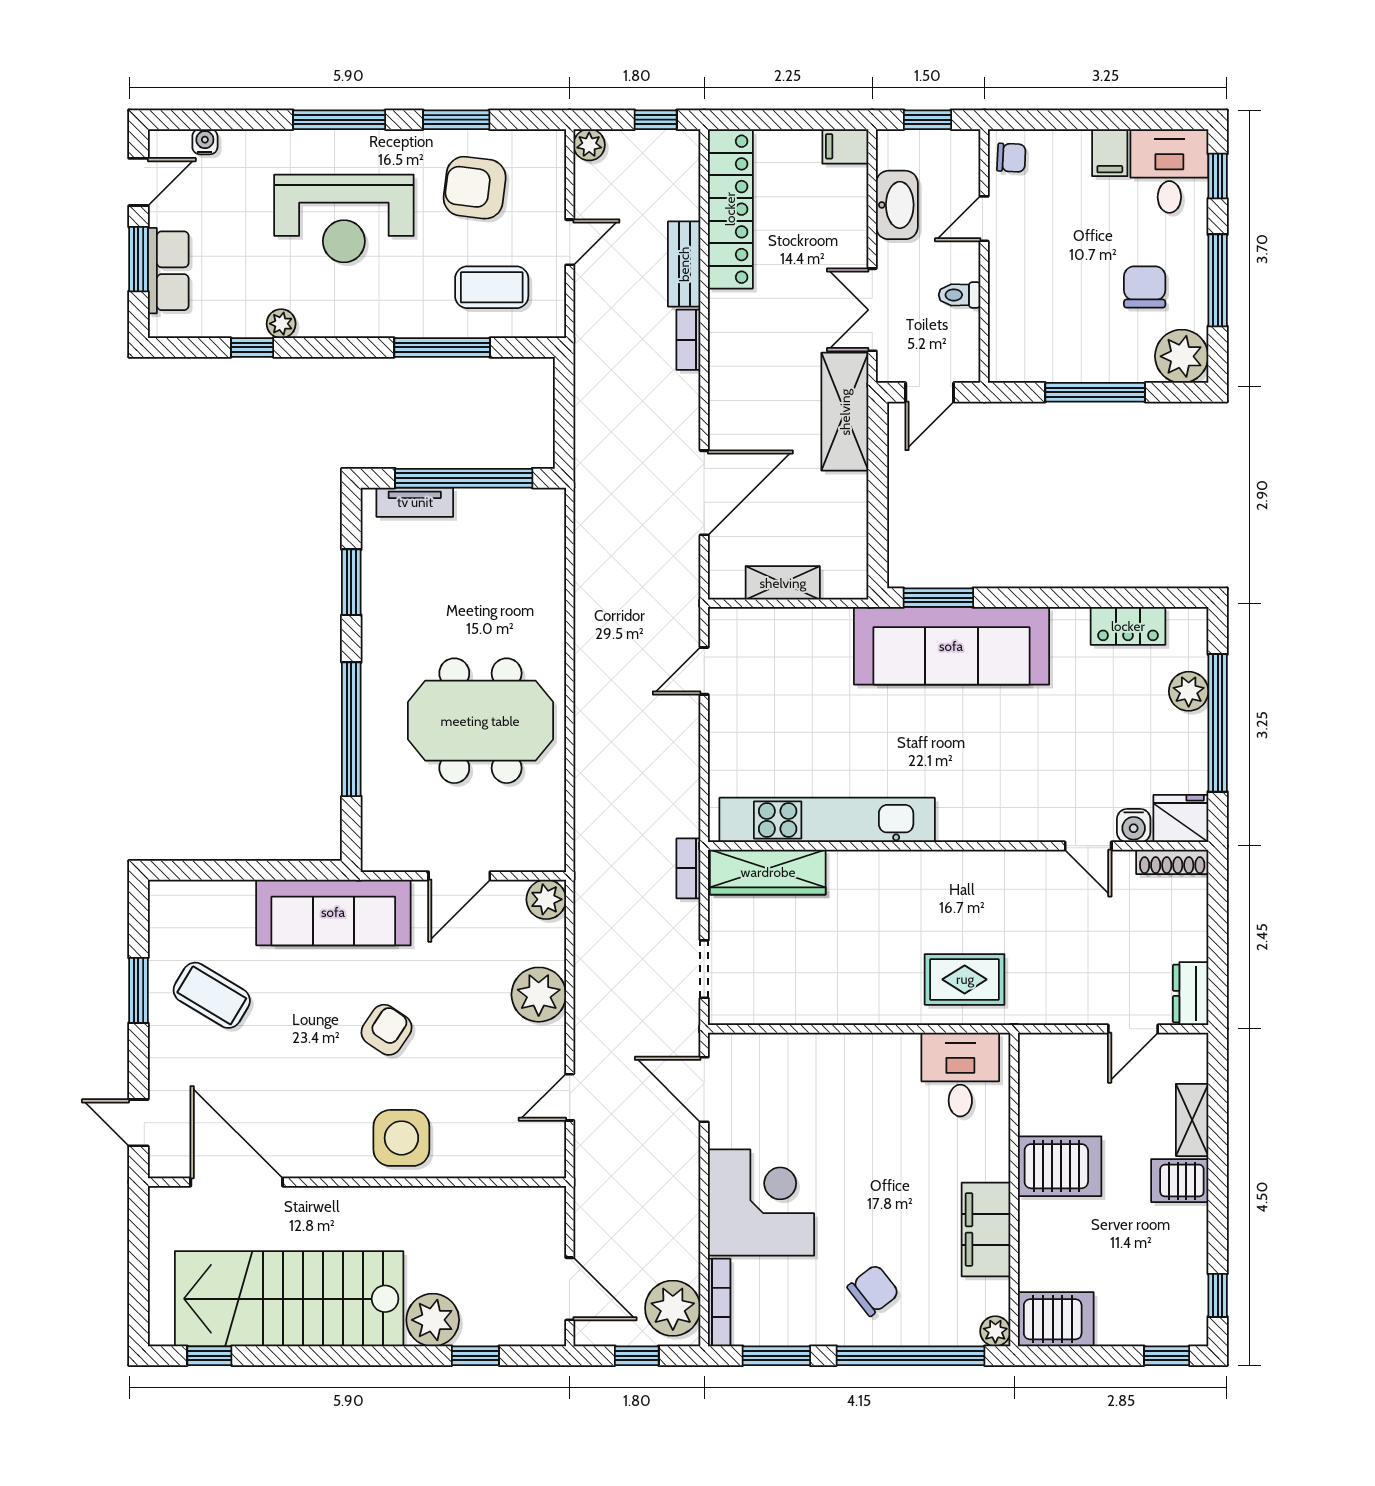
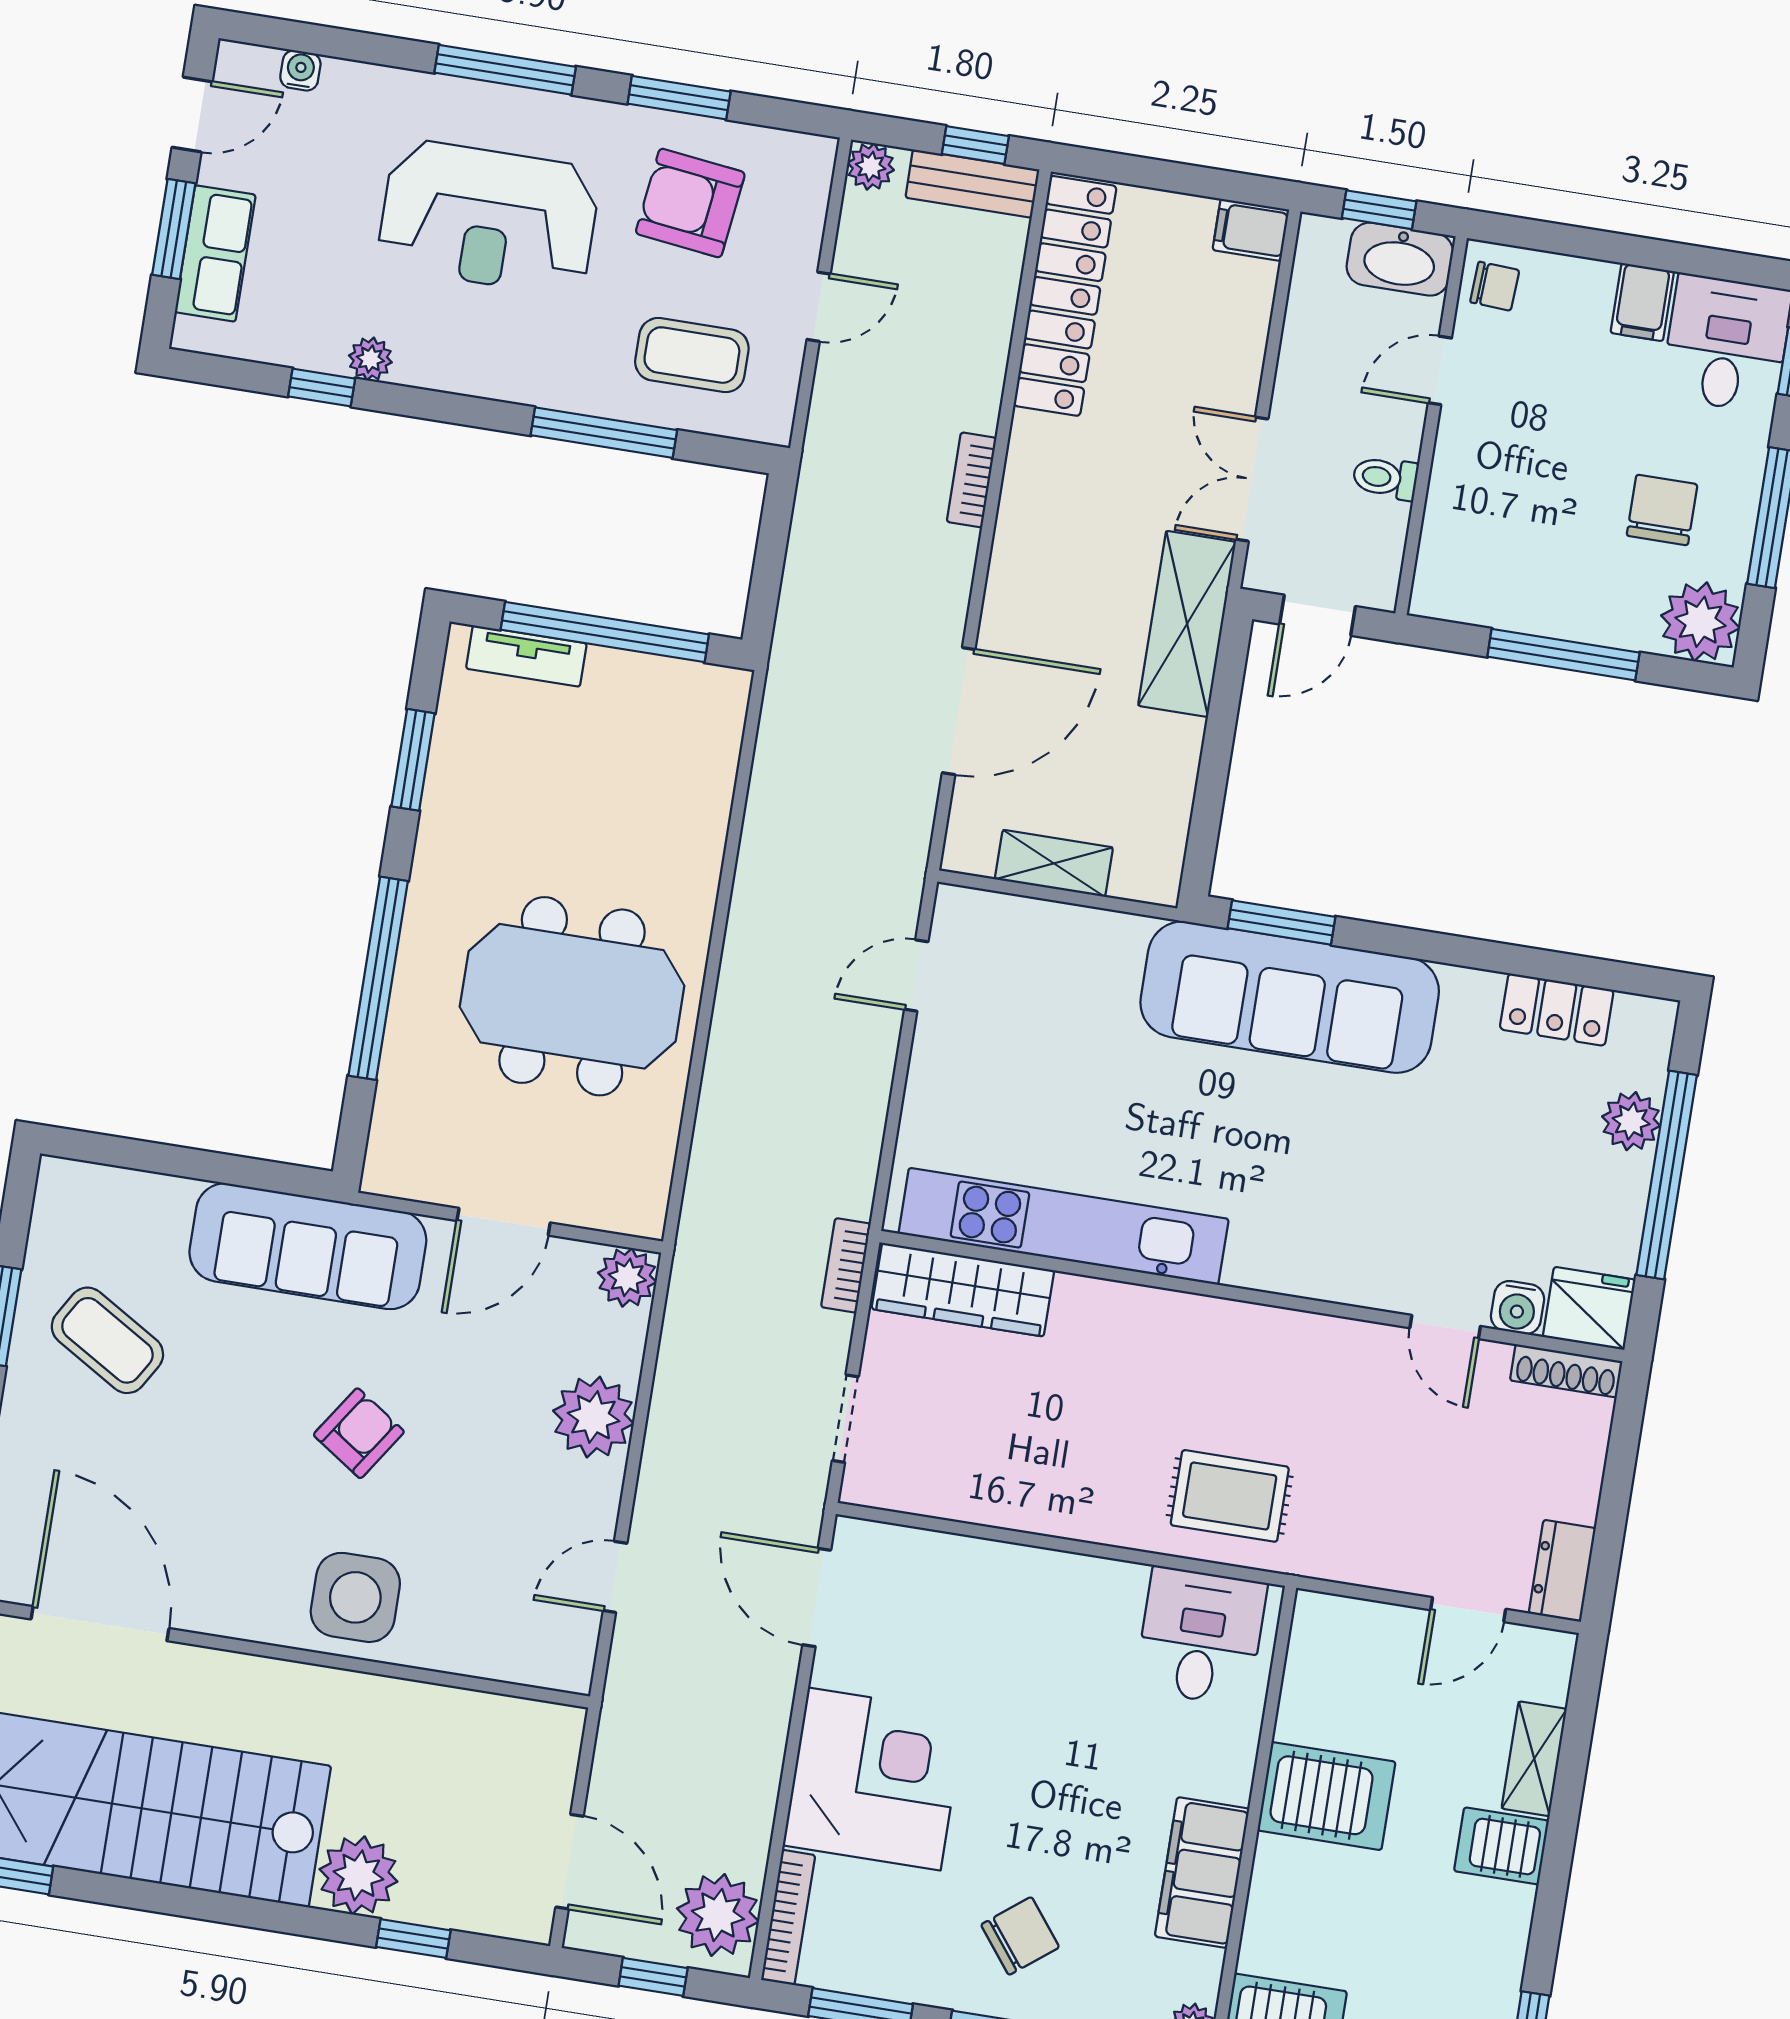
washbasin: (897, 205) -> (1400, 259), moved, turned 90
bench: (684, 264) -> (972, 184), moved, turned 90

